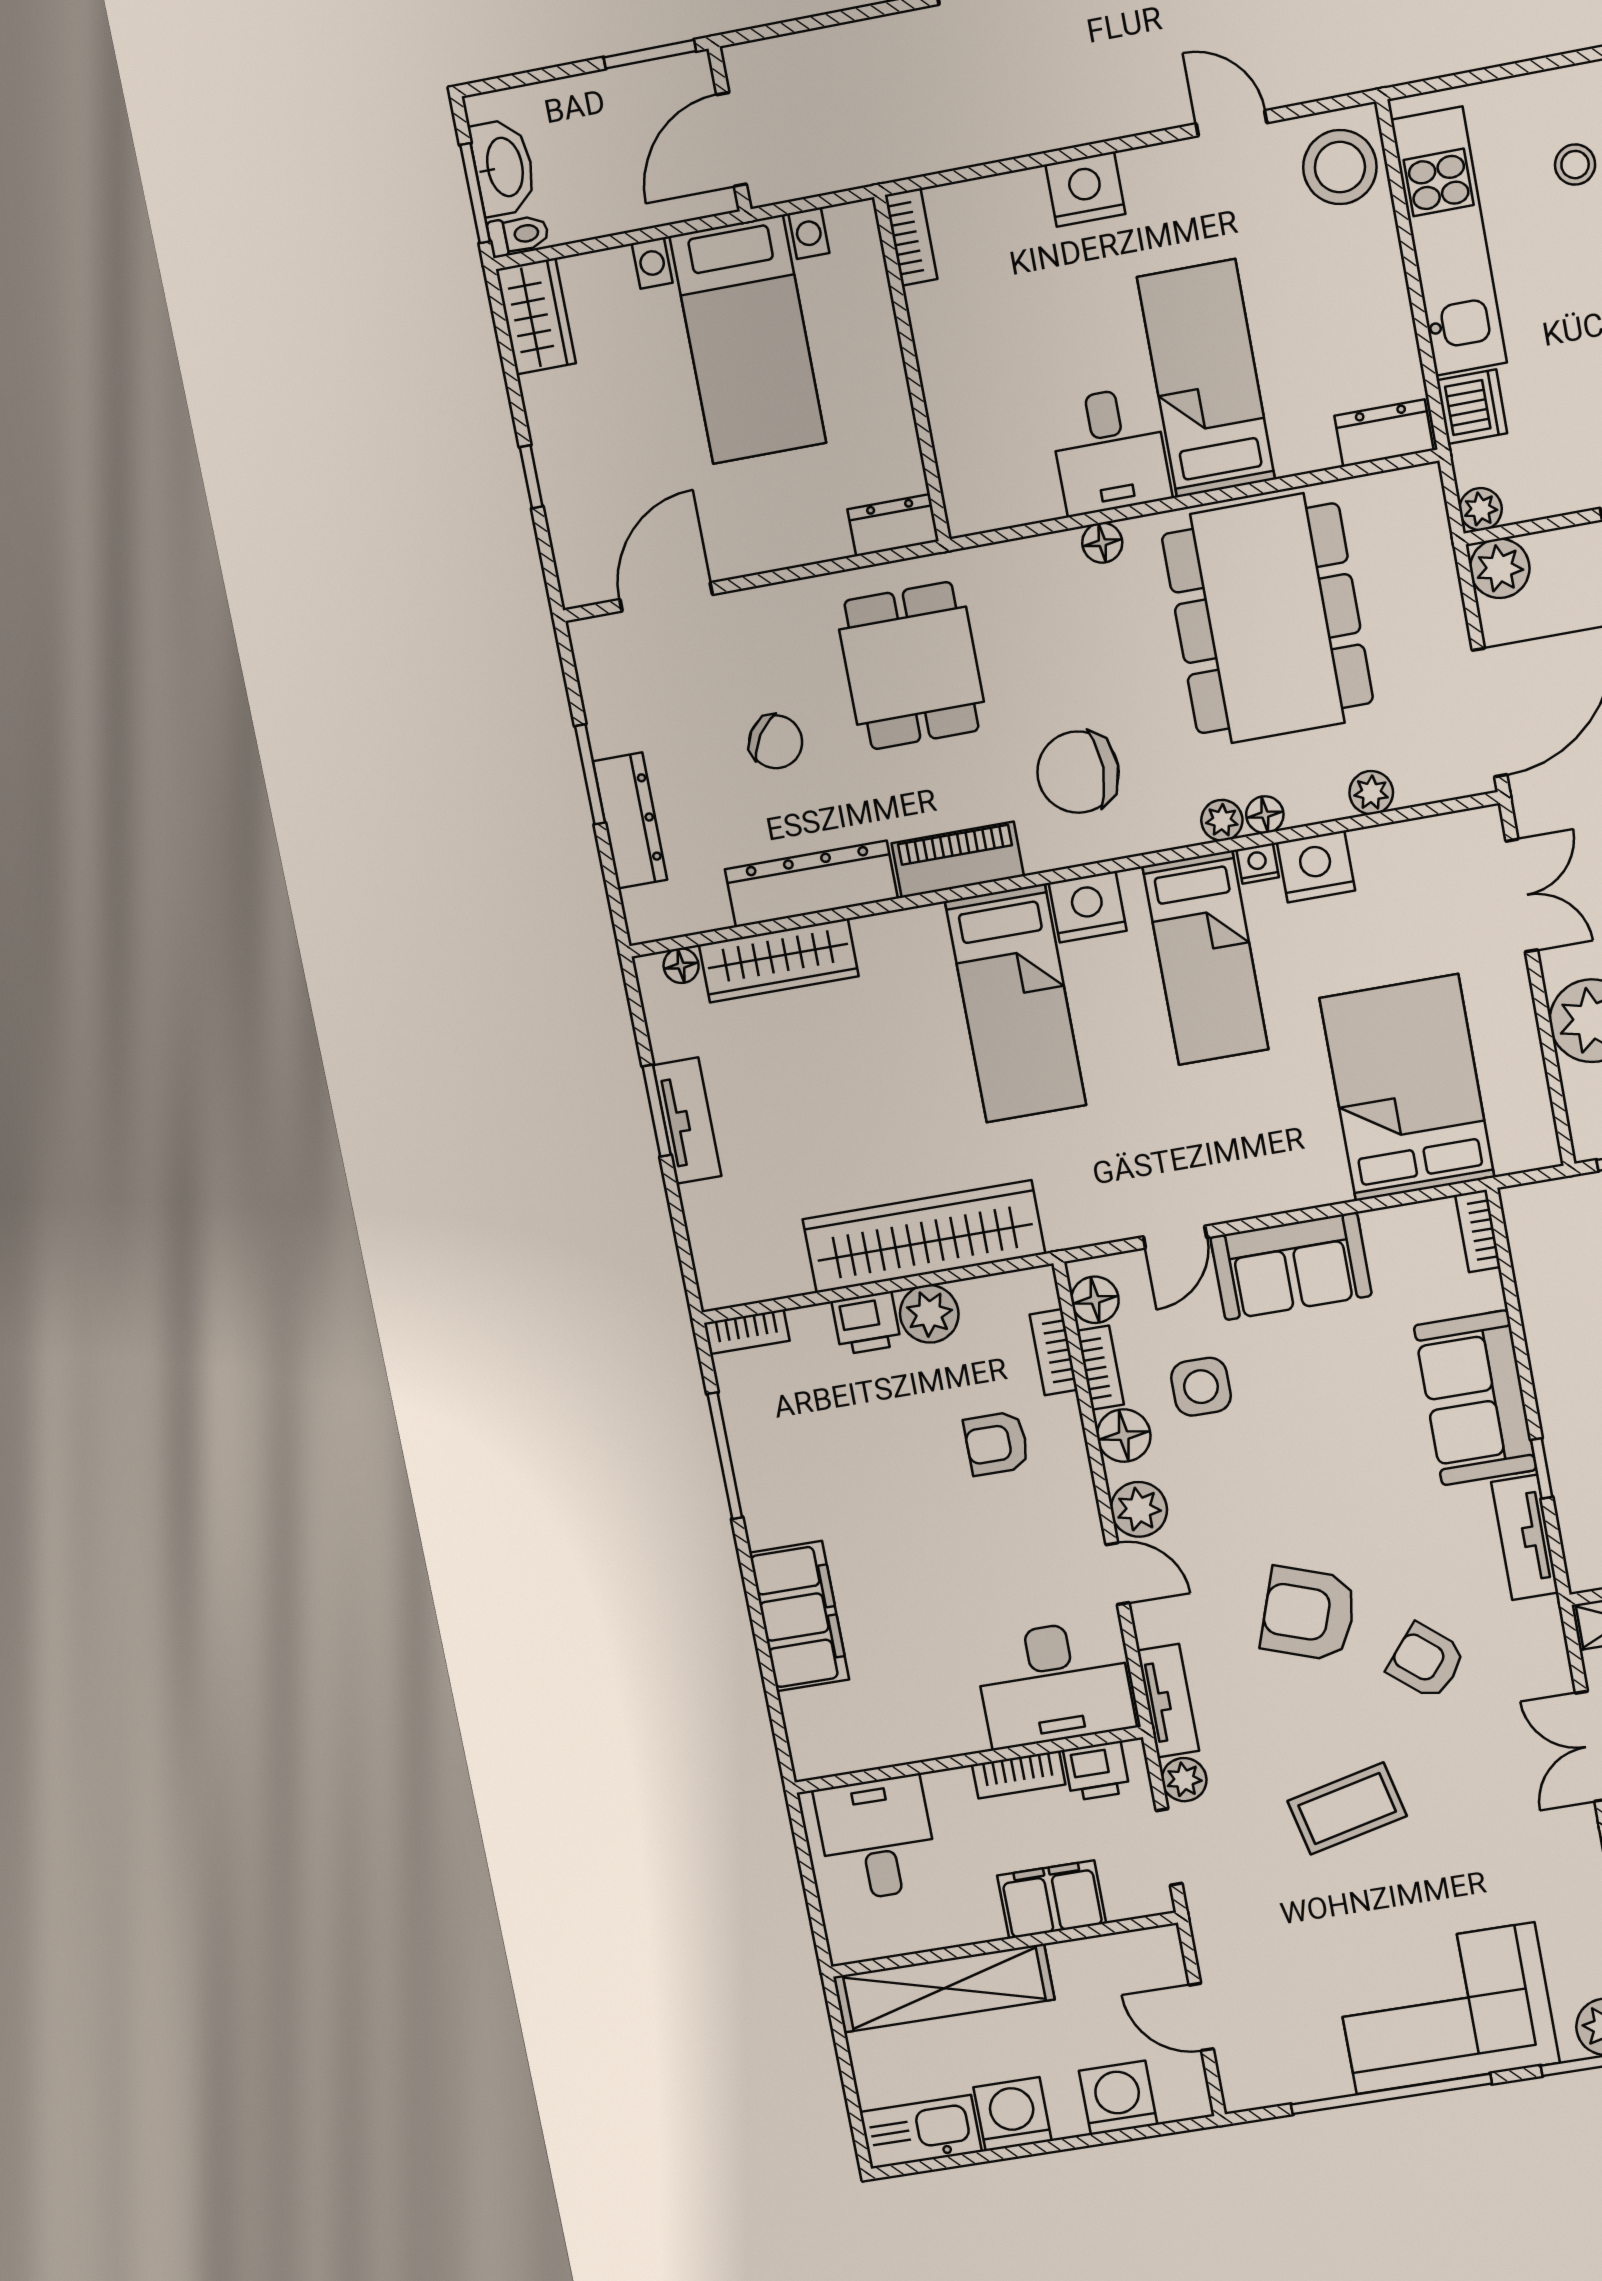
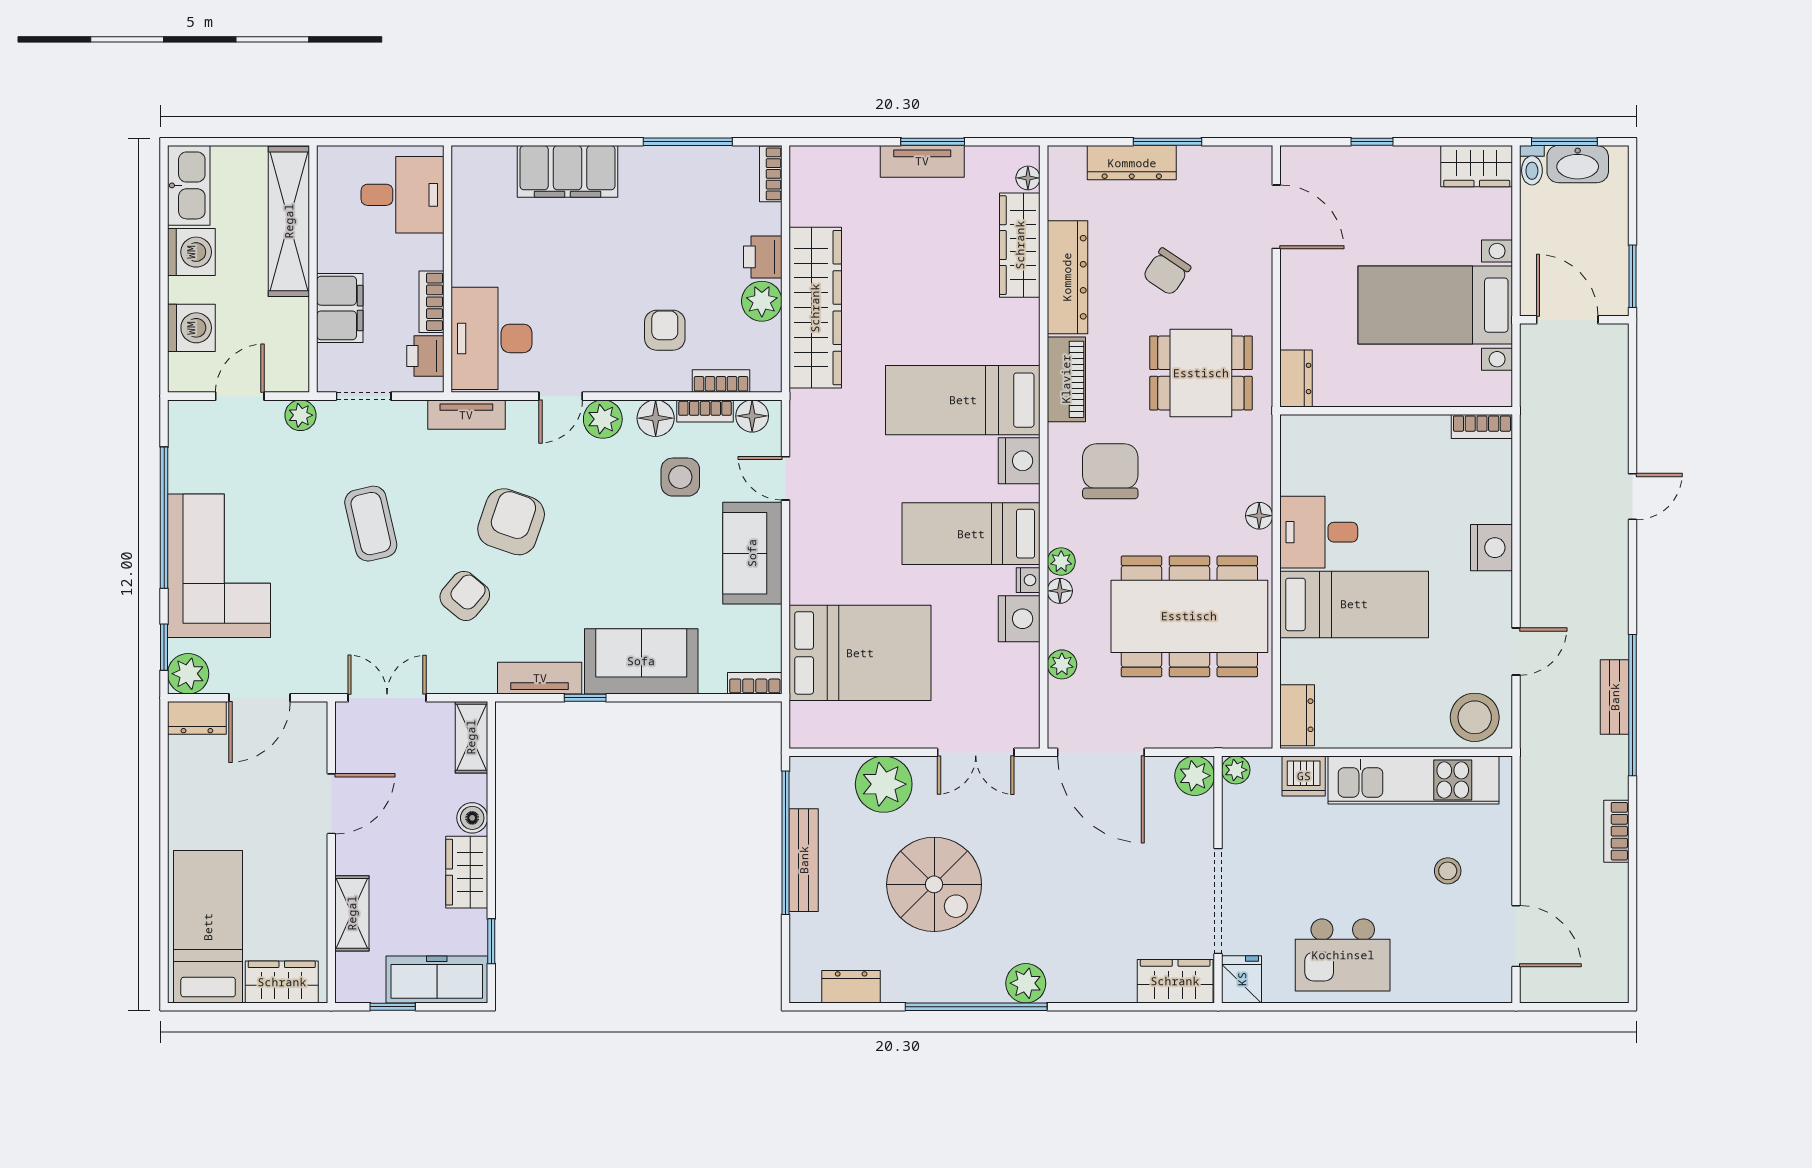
plant: (1184, 1780) -> (301, 415), moved

